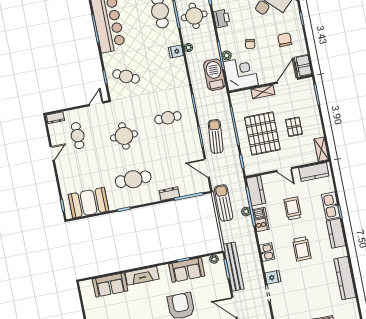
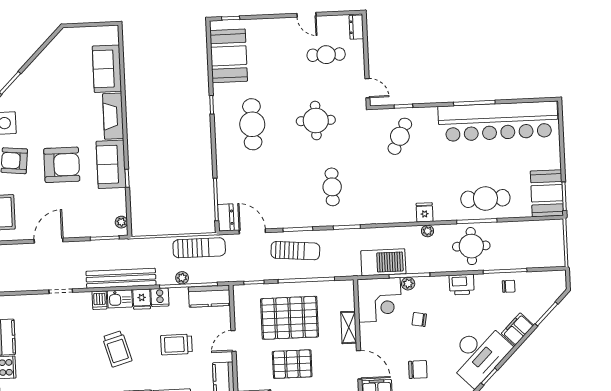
pallet: (294, 127) -> (292, 364), width x1.50, depth x1.42
door: (207, 168) -> (252, 231), hinge flipped
dresser: (169, 194) -> (226, 217), moved
trolley: (293, 208) -> (176, 345), turned 180
dishwasher: (260, 213) -> (99, 300), moved
trolley: (302, 249) -> (117, 349), turned -106
bench: (234, 267) -> (121, 278), moved
sofa: (187, 270) -> (111, 164), moved
fridge: (273, 277) -> (142, 299), moved

